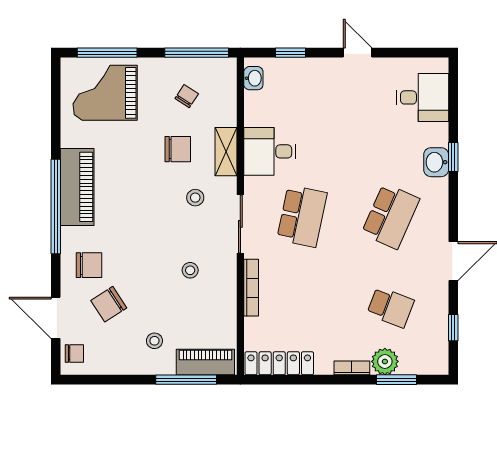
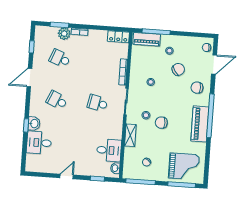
door: (358, 53) -> (67, 176), swing flipped
desk: (423, 97) -> (39, 143), moved
chair: (178, 149) -> (161, 123), moved
desk: (270, 151) -> (109, 150), moved
school desk: (302, 216) -> (97, 103), width x0.54
school desk: (390, 216) -> (57, 100), width x0.54
chair: (109, 304) -> (178, 69), moved
door: (56, 318) -> (214, 65), hinge flipped
locker: (279, 363) -> (118, 37), width x0.66

